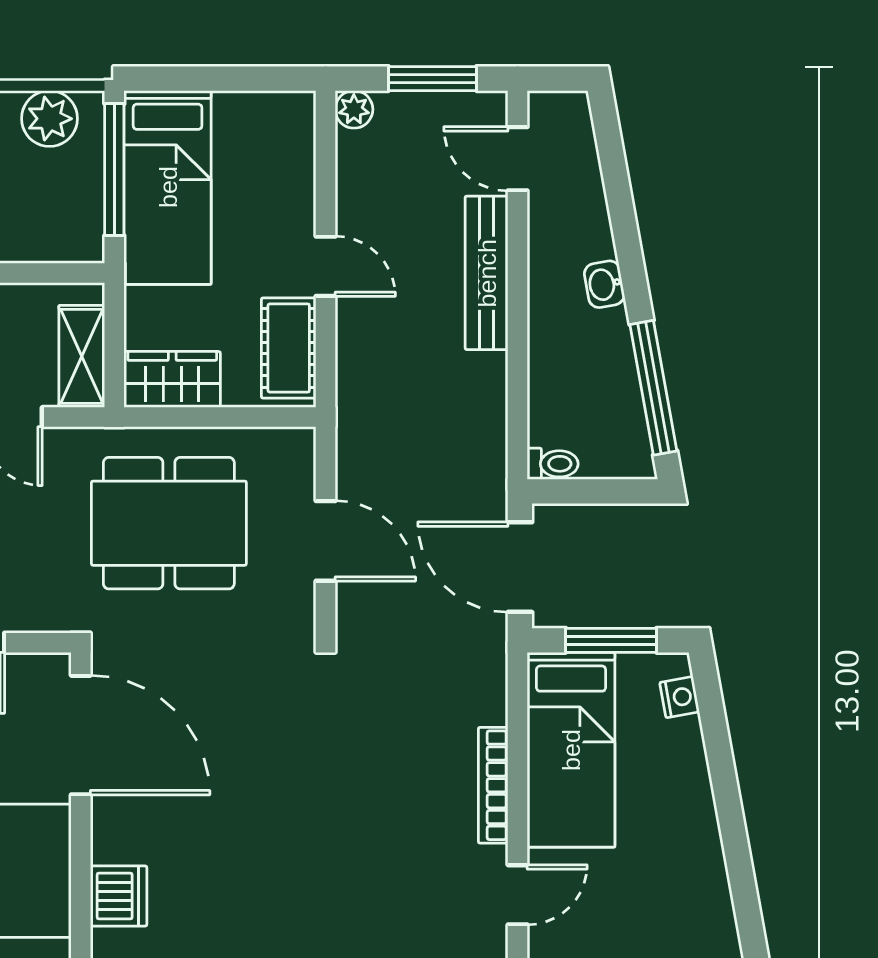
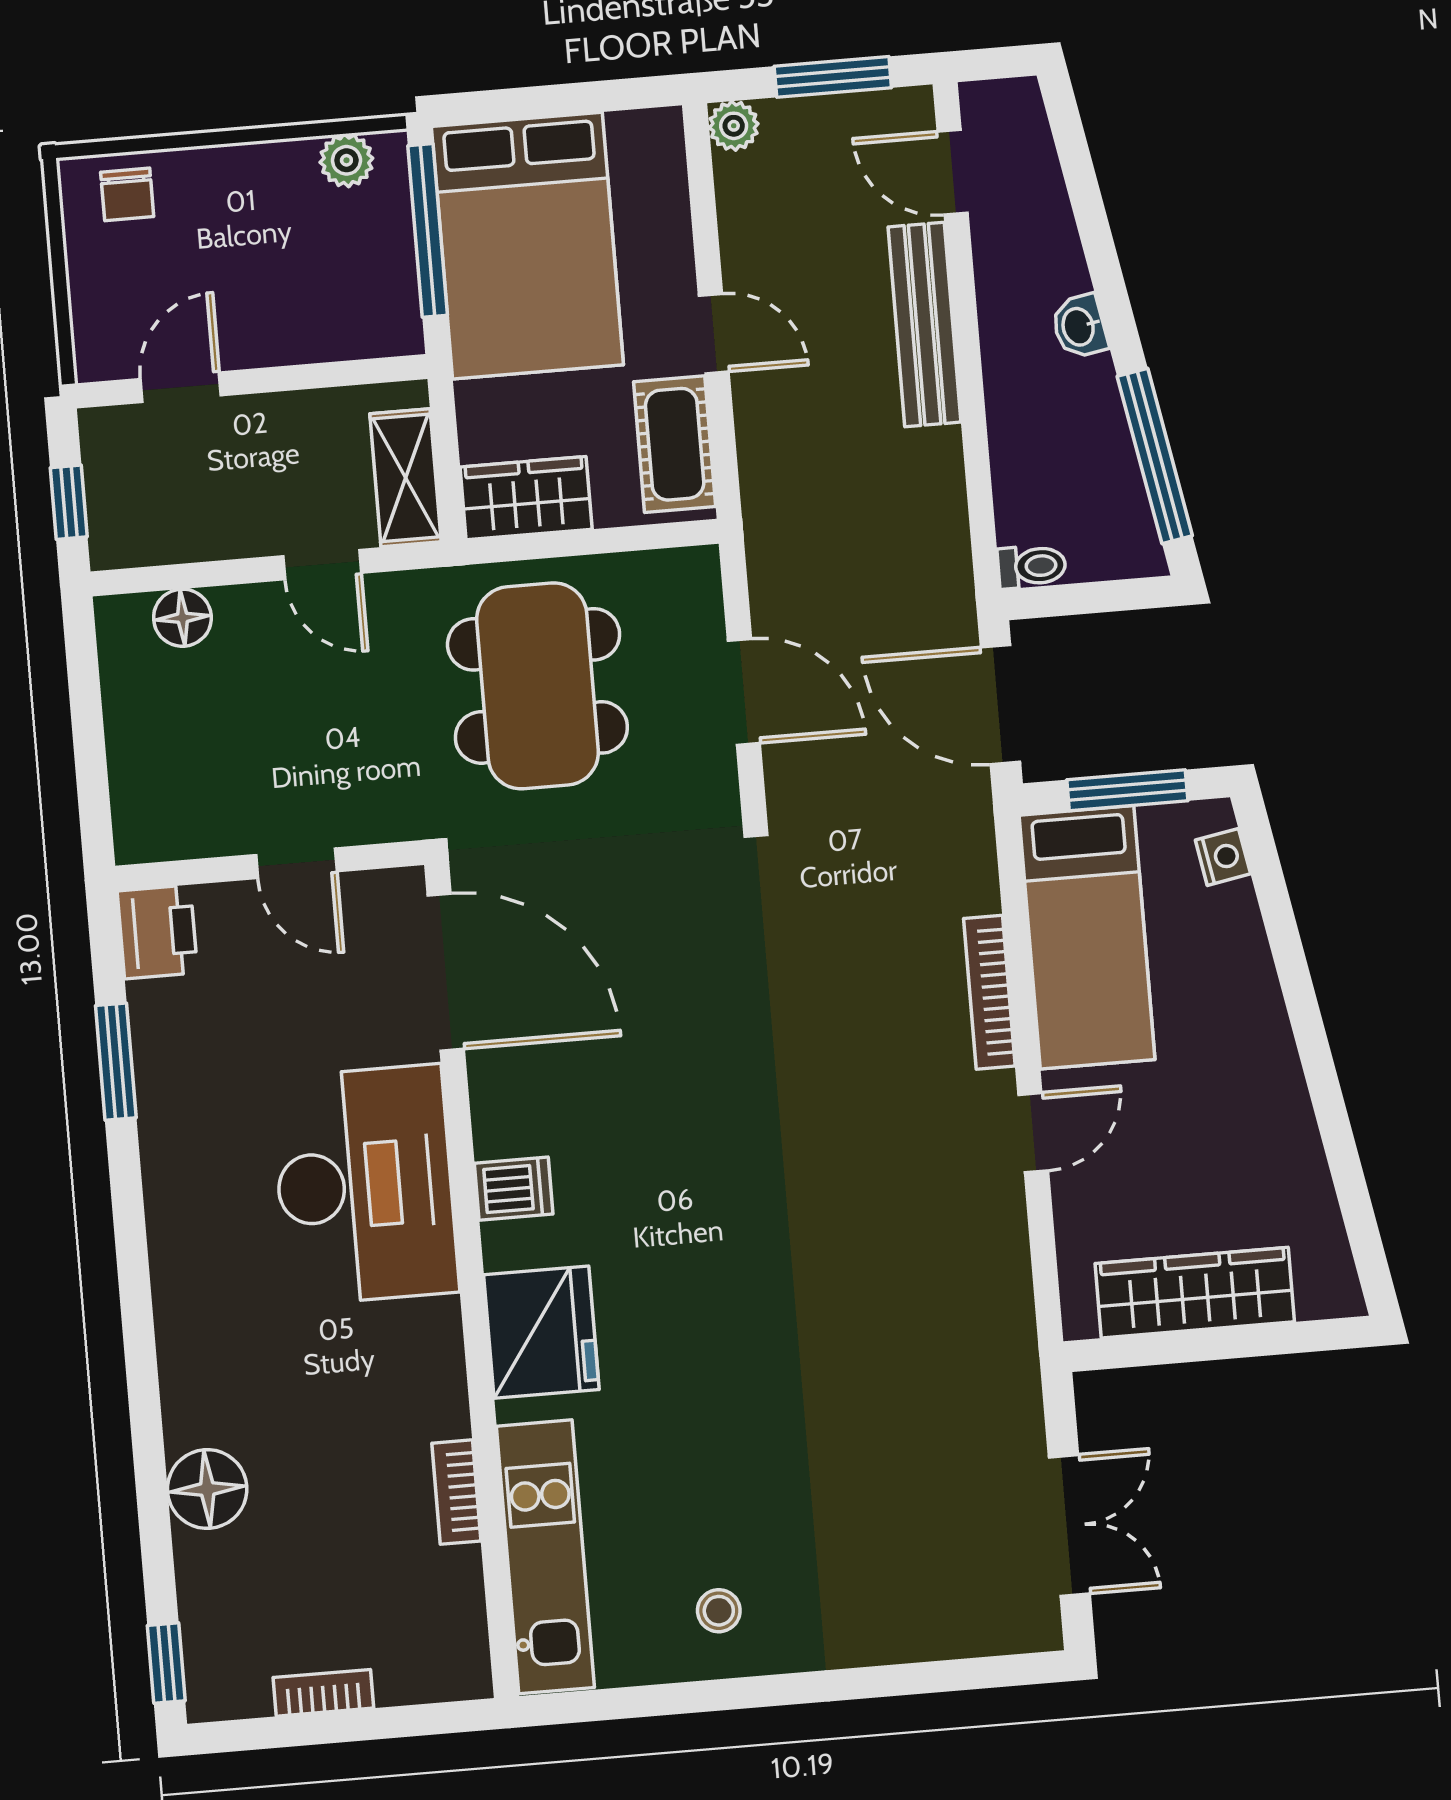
plant: (49, 119) -> (346, 160), width x0.73, depth x0.73
bed: (168, 187) -> (527, 246), width x1.50
dining table: (169, 523) -> (537, 686), turned 90
dishwasher: (119, 896) -> (514, 1189), width x0.73

